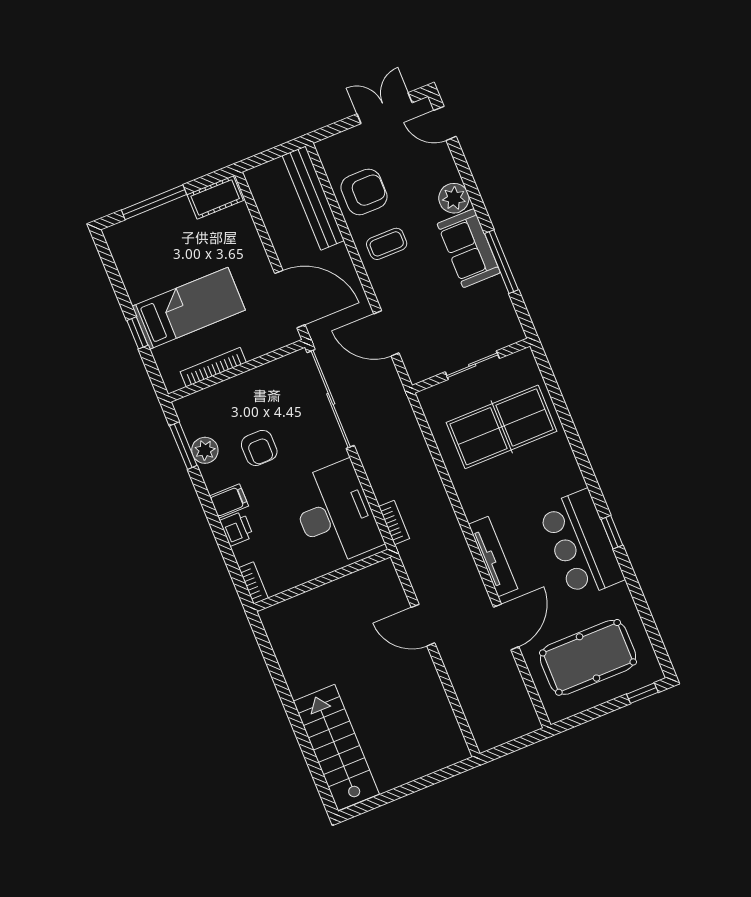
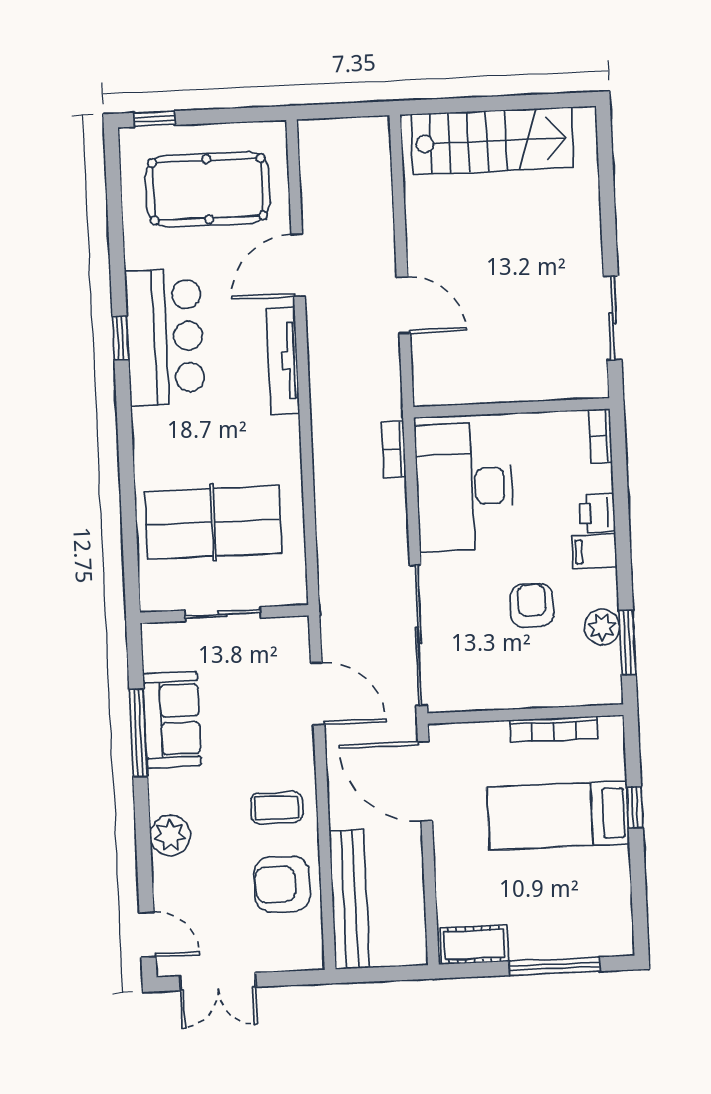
sofa: (469, 248) -> (172, 720), moved
sliding door: (274, 668) -> (613, 318), added
stairs: (336, 748) -> (492, 141), moved, turned -90

